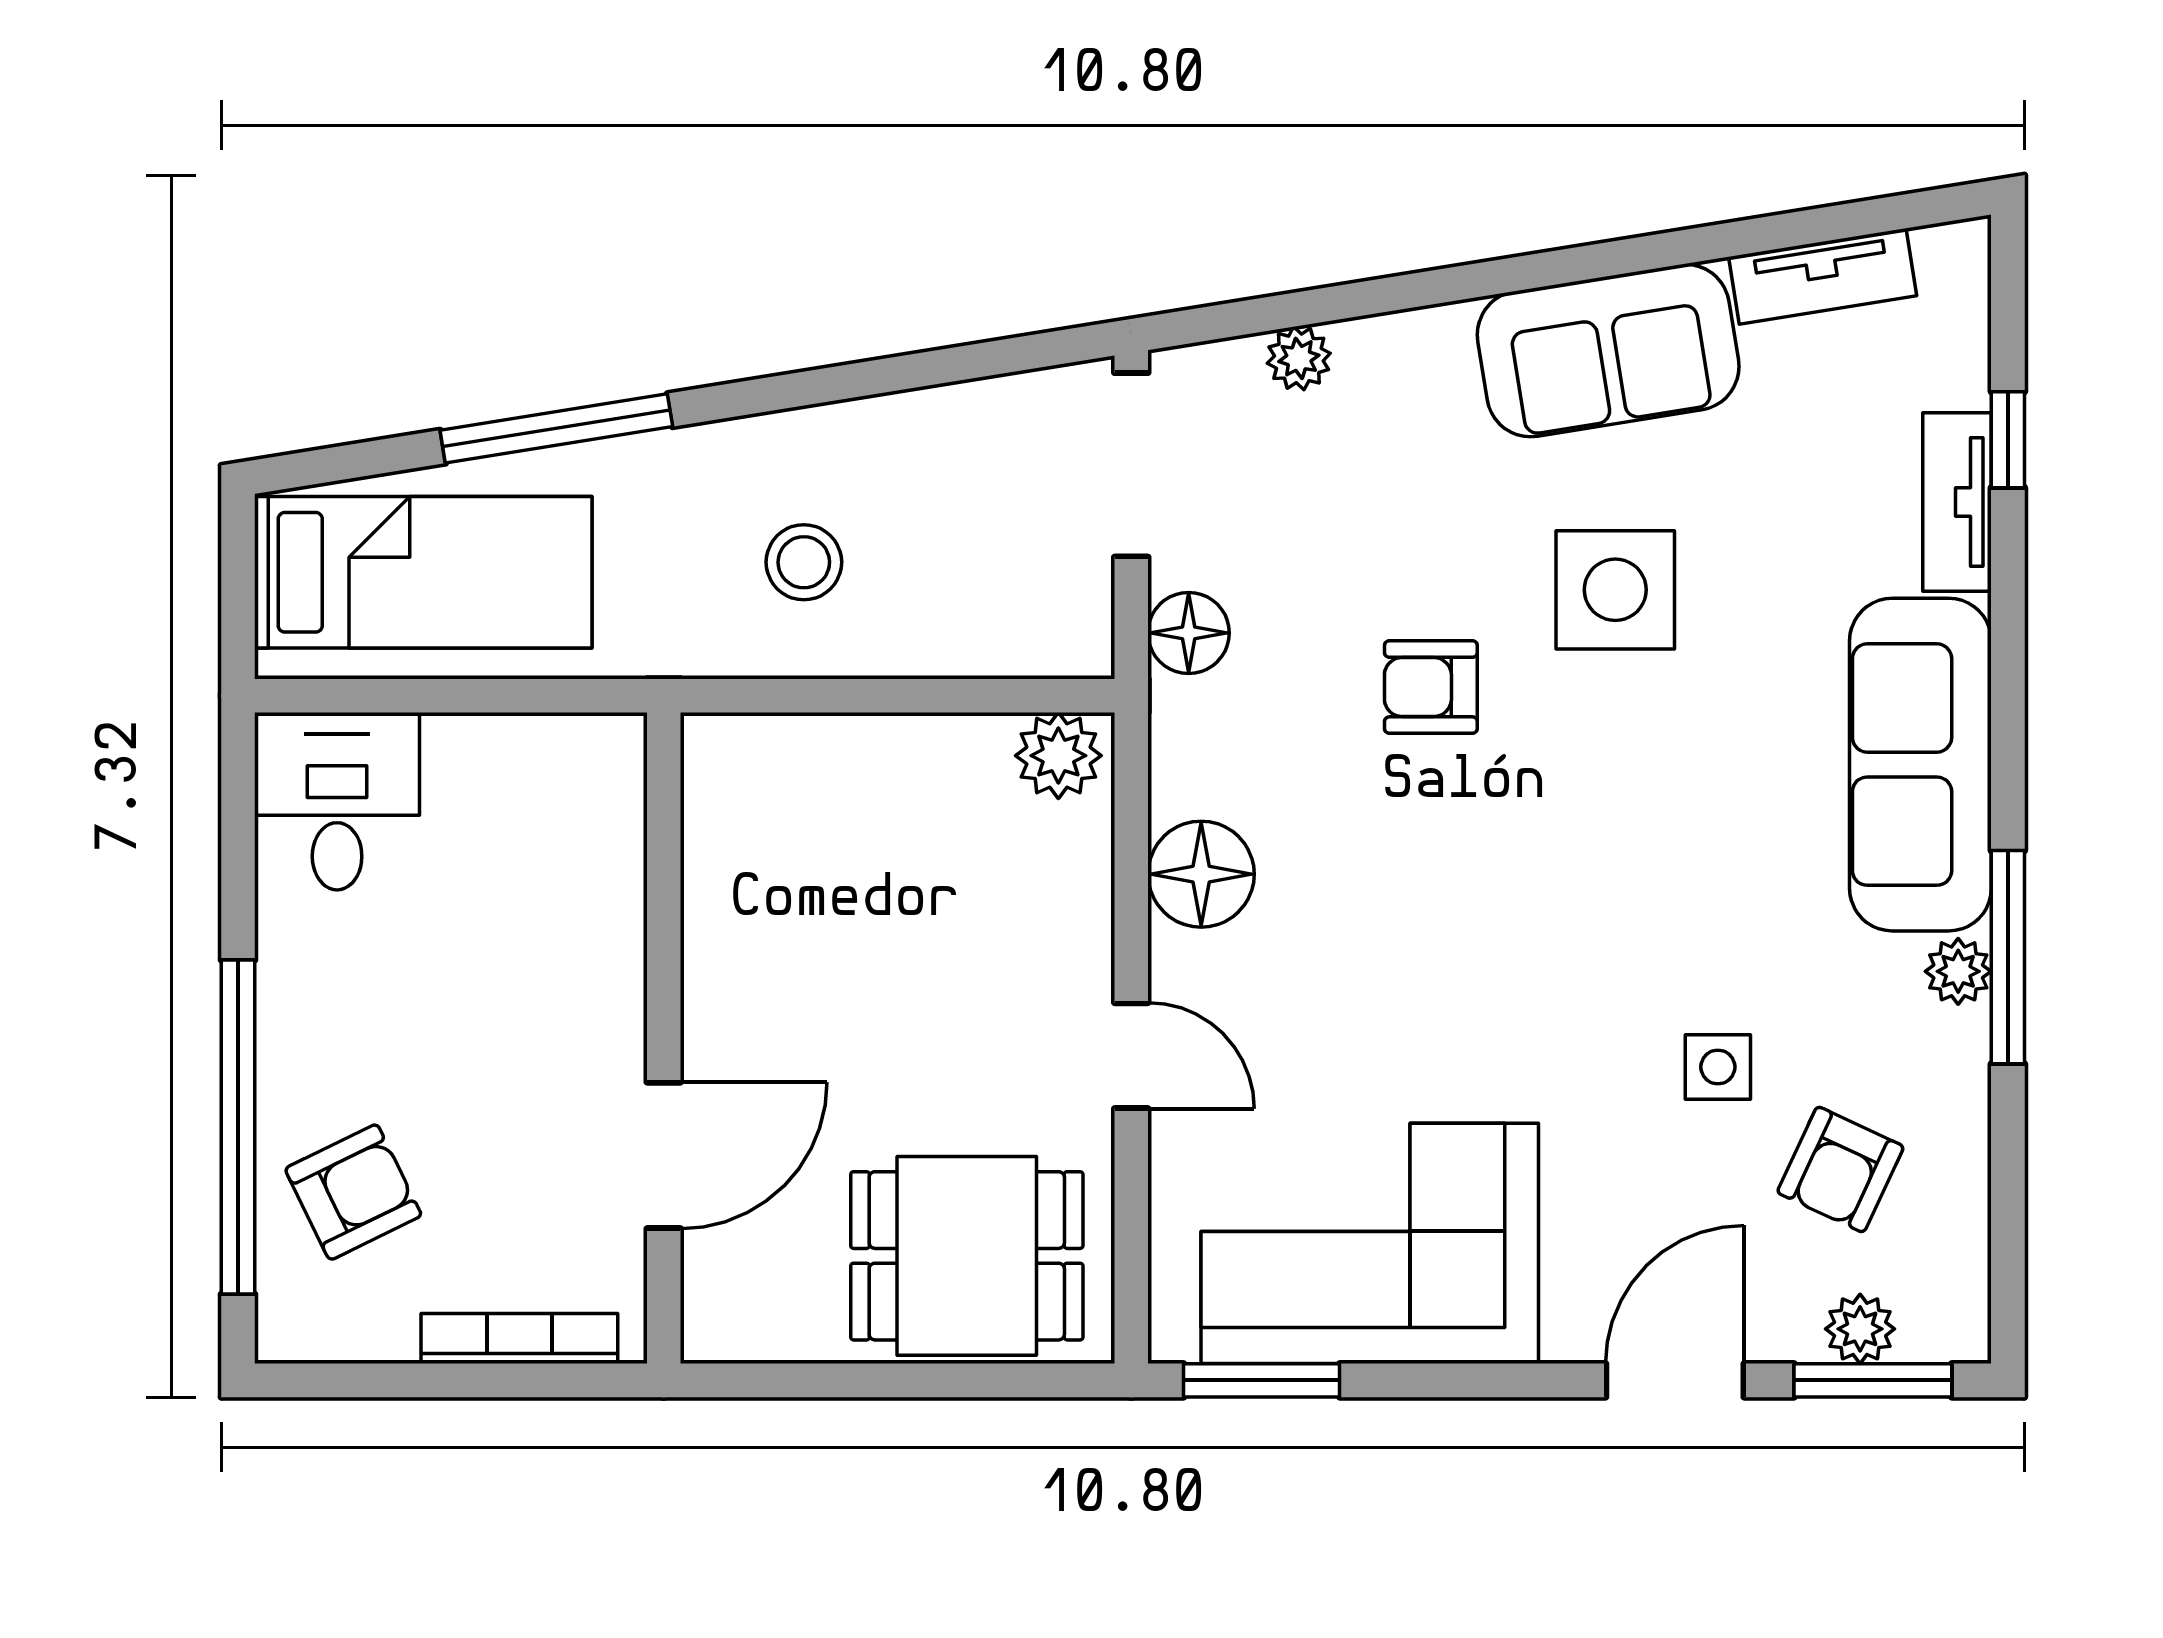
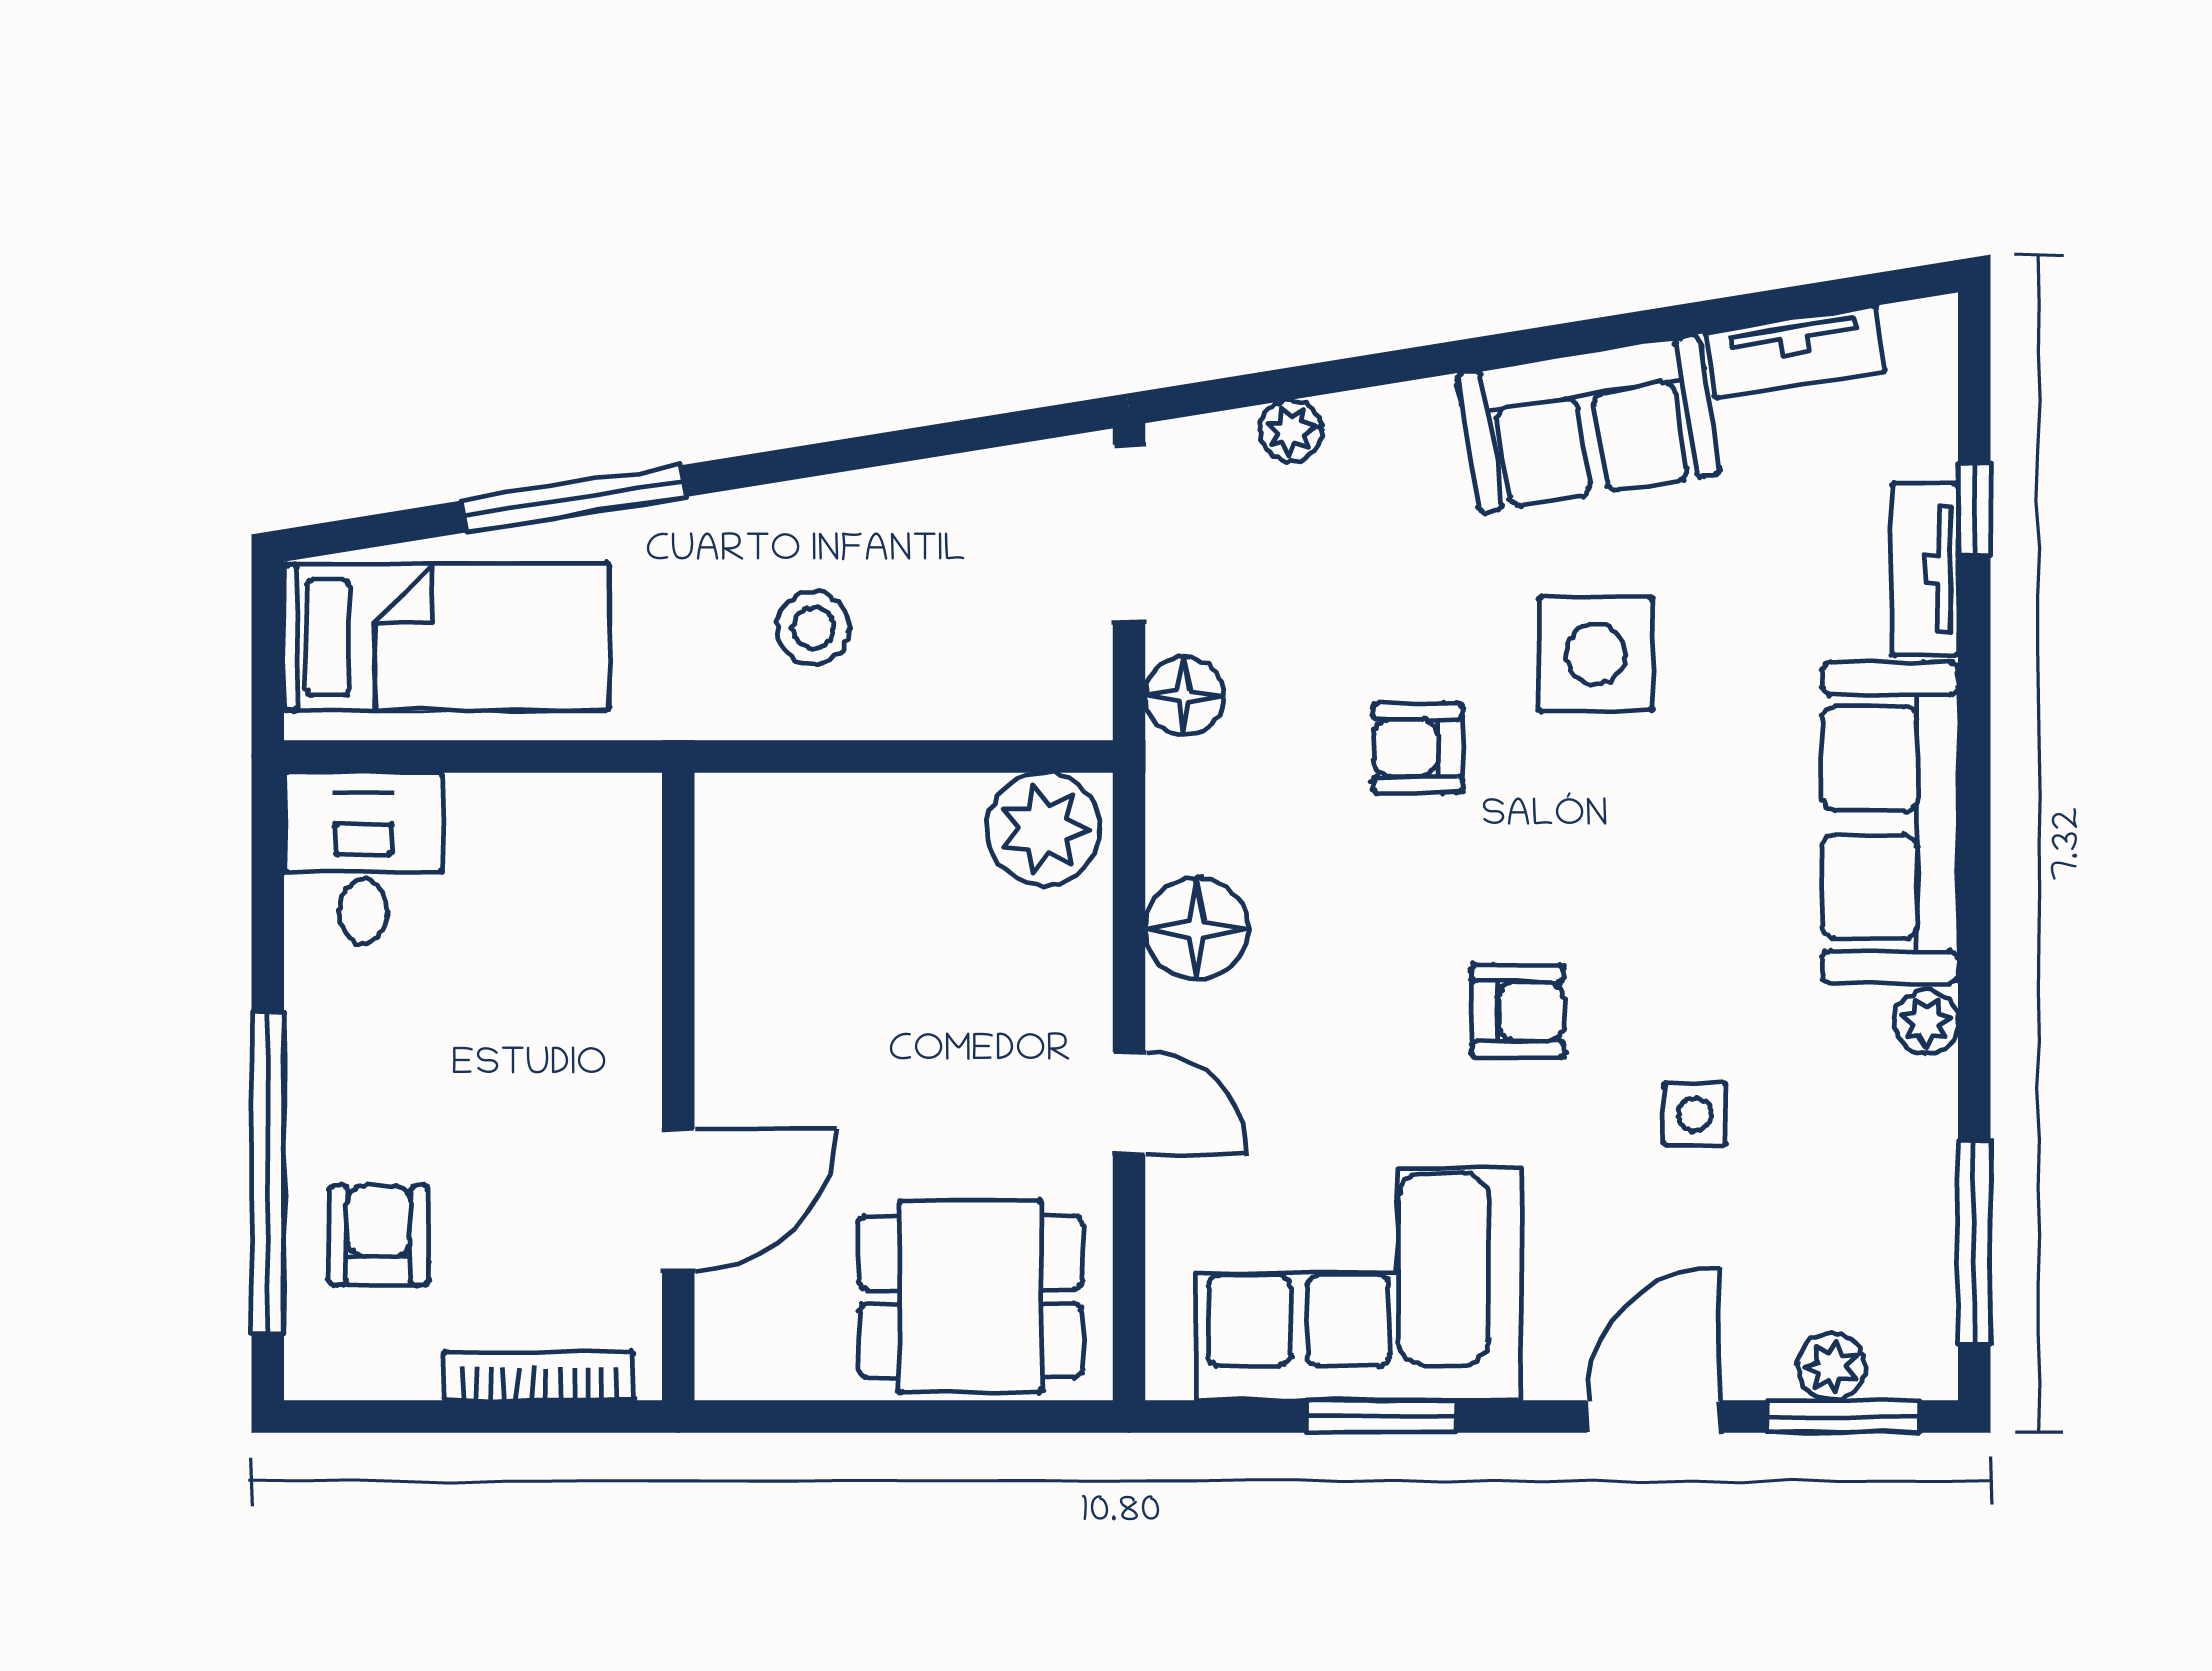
plant: (1058, 756) -> (1044, 829), width x1.36, depth x1.36
window: (2008, 957) -> (1974, 1242), moved
armchair: (1840, 1169) -> (1518, 1011), moved, turned -115
armchair: (353, 1192) -> (379, 1235), turned -64
window: (1262, 1380) -> (1381, 1416), moved

